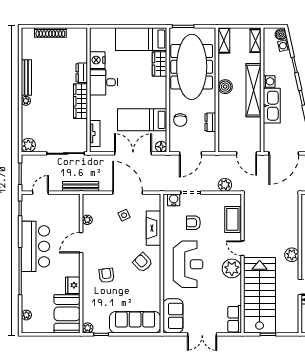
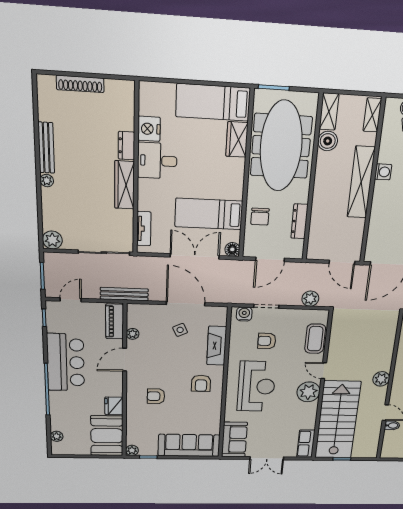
boiler: (225, 87) -> (328, 141), moved
kitchen sink: (272, 106) -> (382, 204), removed
dresser: (210, 122) -> (299, 221), width x1.44
piano: (73, 210) -> (115, 322), added
armchair: (143, 263) -> (201, 383), turned -136
armchair: (107, 275) -> (156, 396), turned -83

